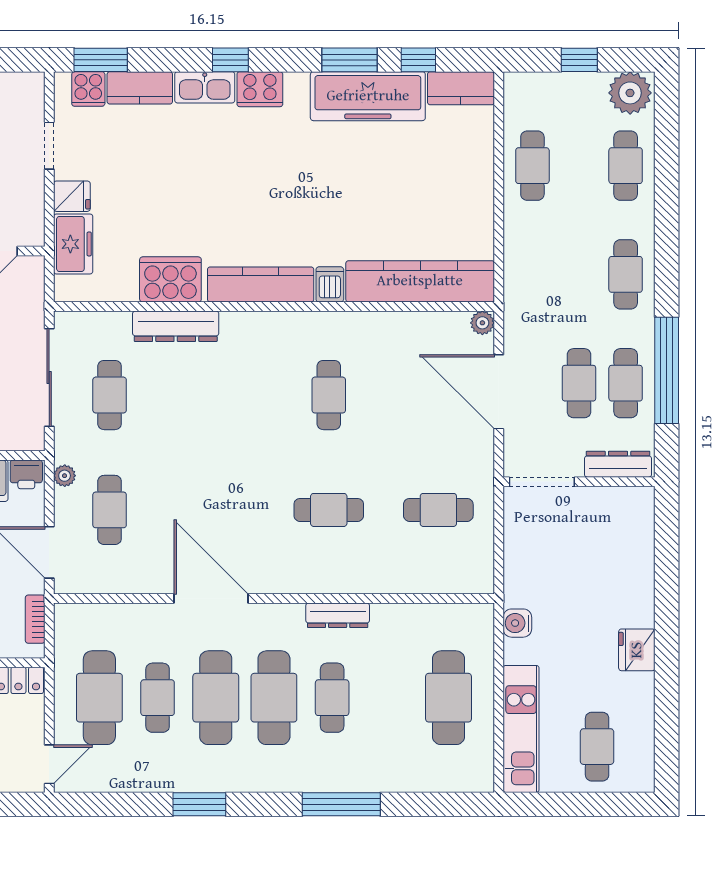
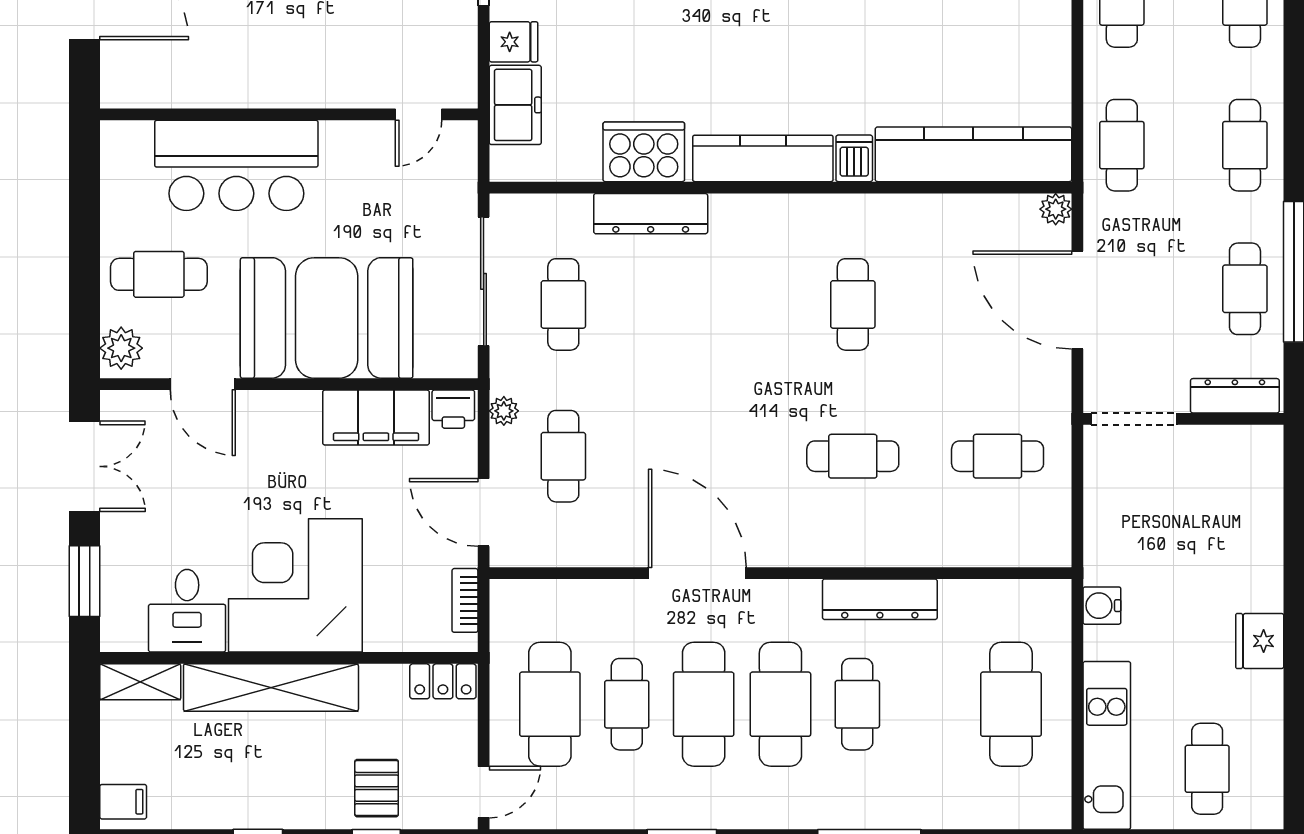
cafe table: (579, 383) -> (1122, 145), moved
dresser: (338, 615) -> (880, 599), width x1.37, depth x1.24

